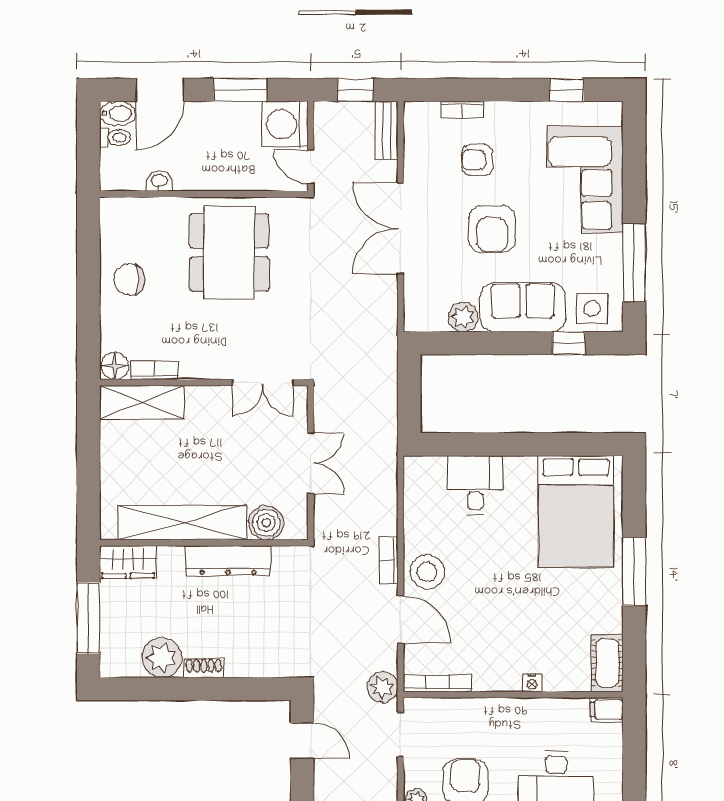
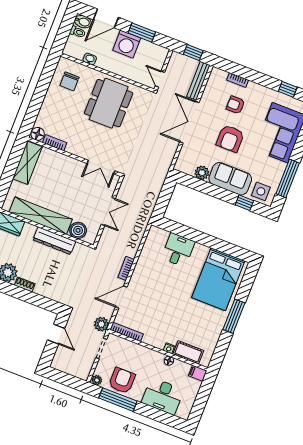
washing machine: (285, 124) -> (127, 44), moved, turned -90
bench: (387, 130) -> (198, 81), width x1.36
chair: (129, 279) -> (69, 81), moved, turned -90
shelving: (142, 402) -> (27, 163), moved, turned 90
stool: (427, 572) -> (141, 280), removed
door: (401, 619) -> (121, 297), swing flipped
cot: (607, 663) -> (188, 352), moved, turned 90
floor lamp: (541, 707) -> (169, 361), added

